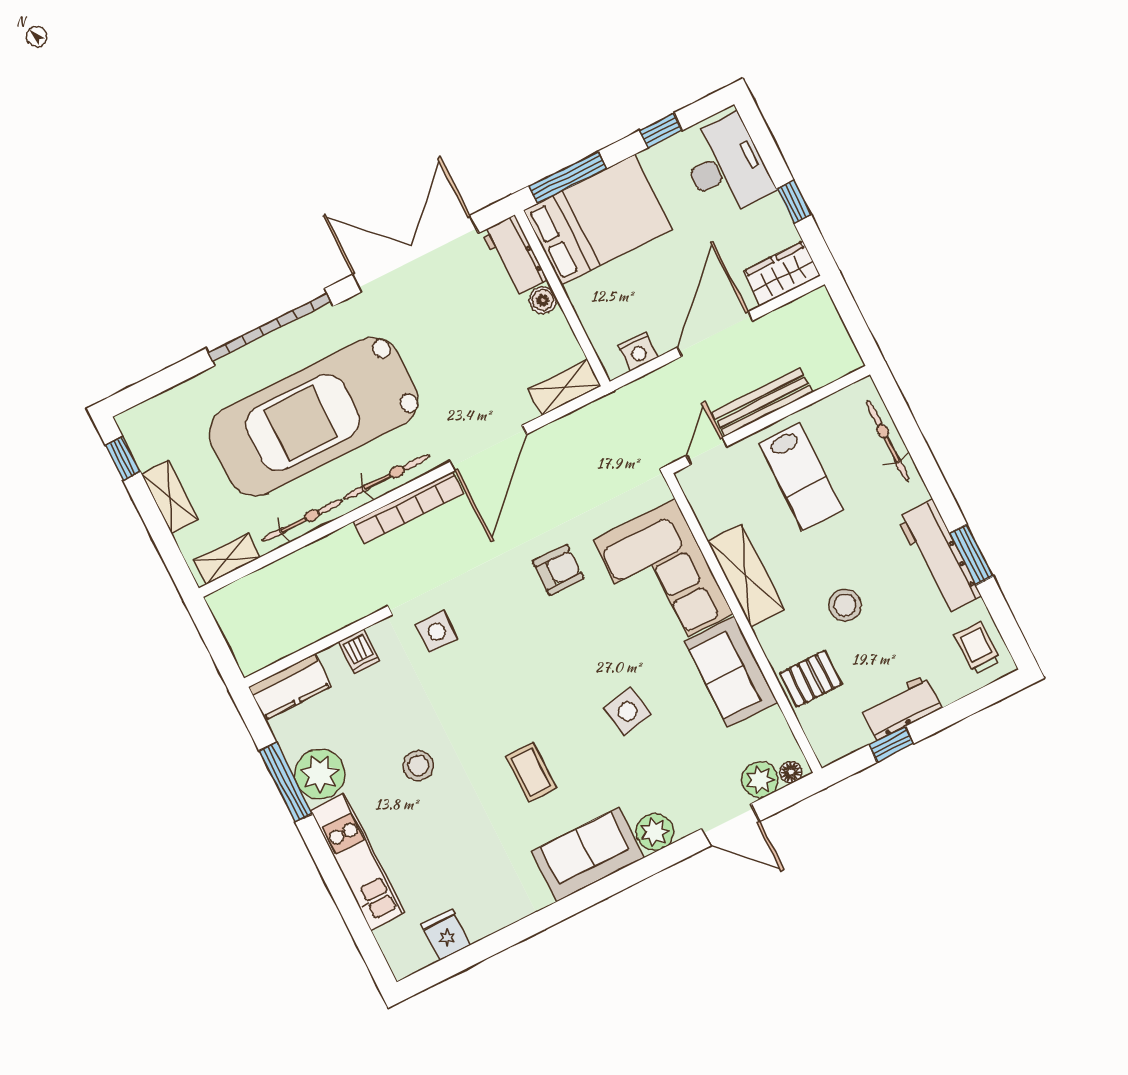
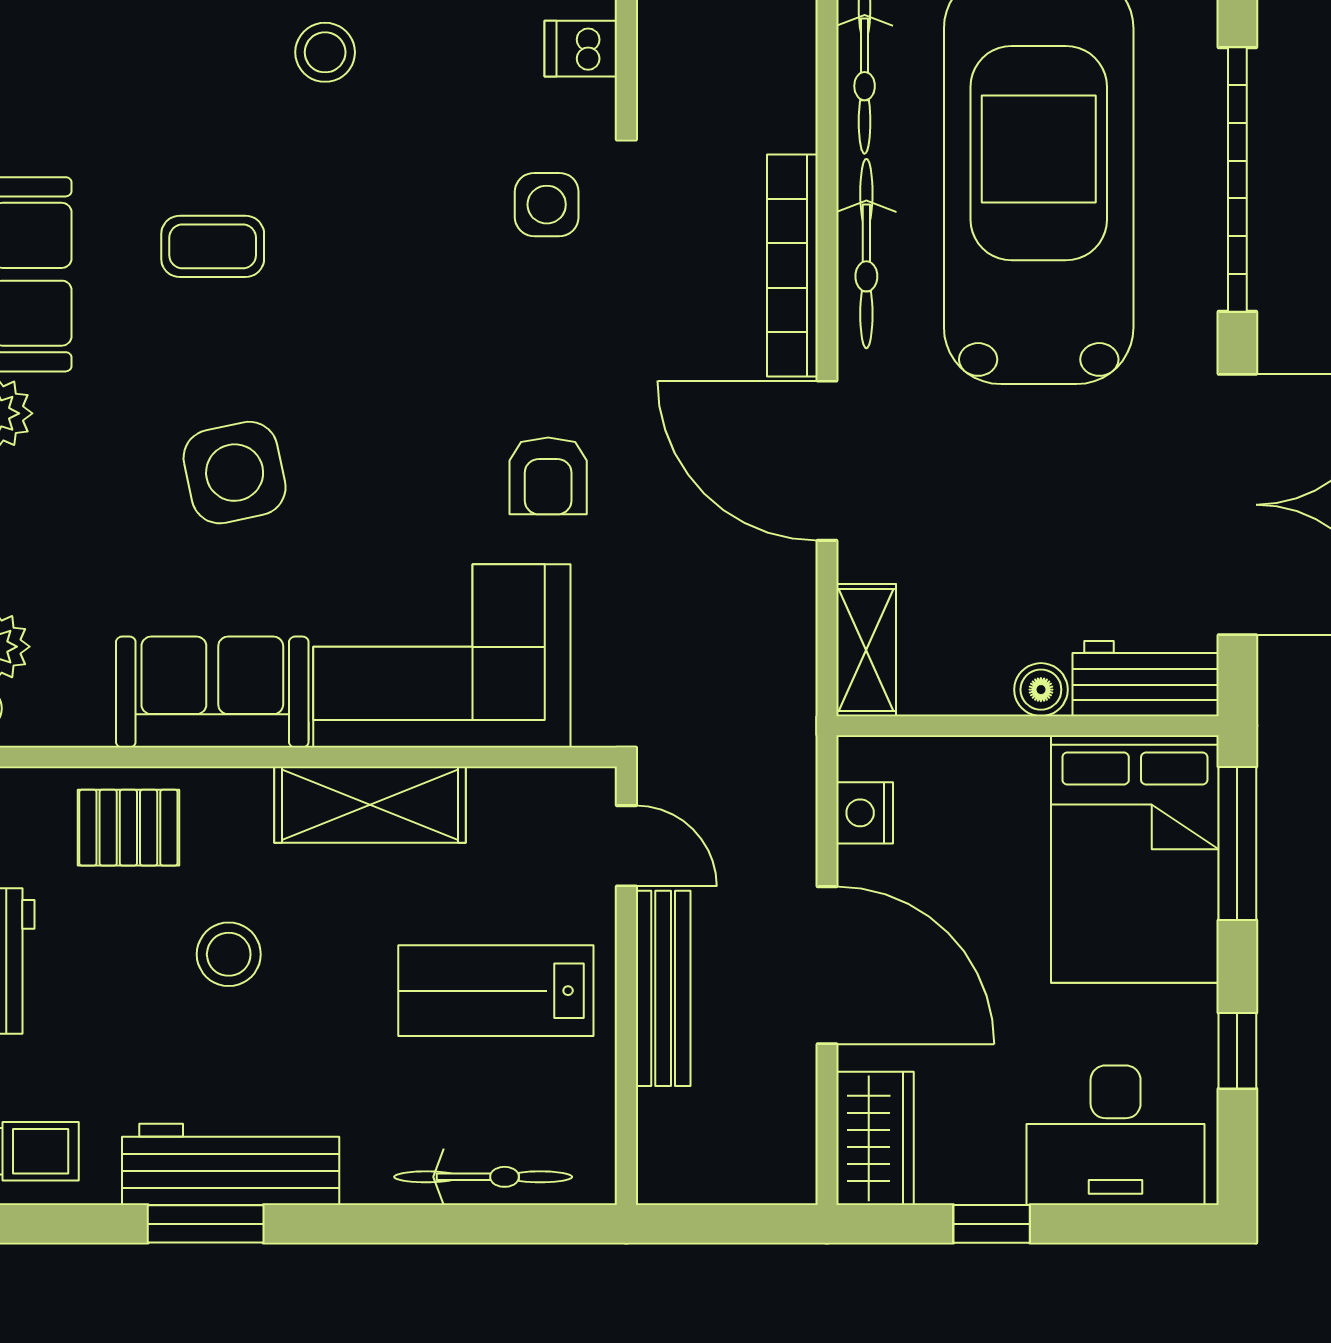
pallet: (811, 679) -> (128, 828), turned 90
side table: (628, 711) -> (235, 473), width x1.37, depth x1.37

